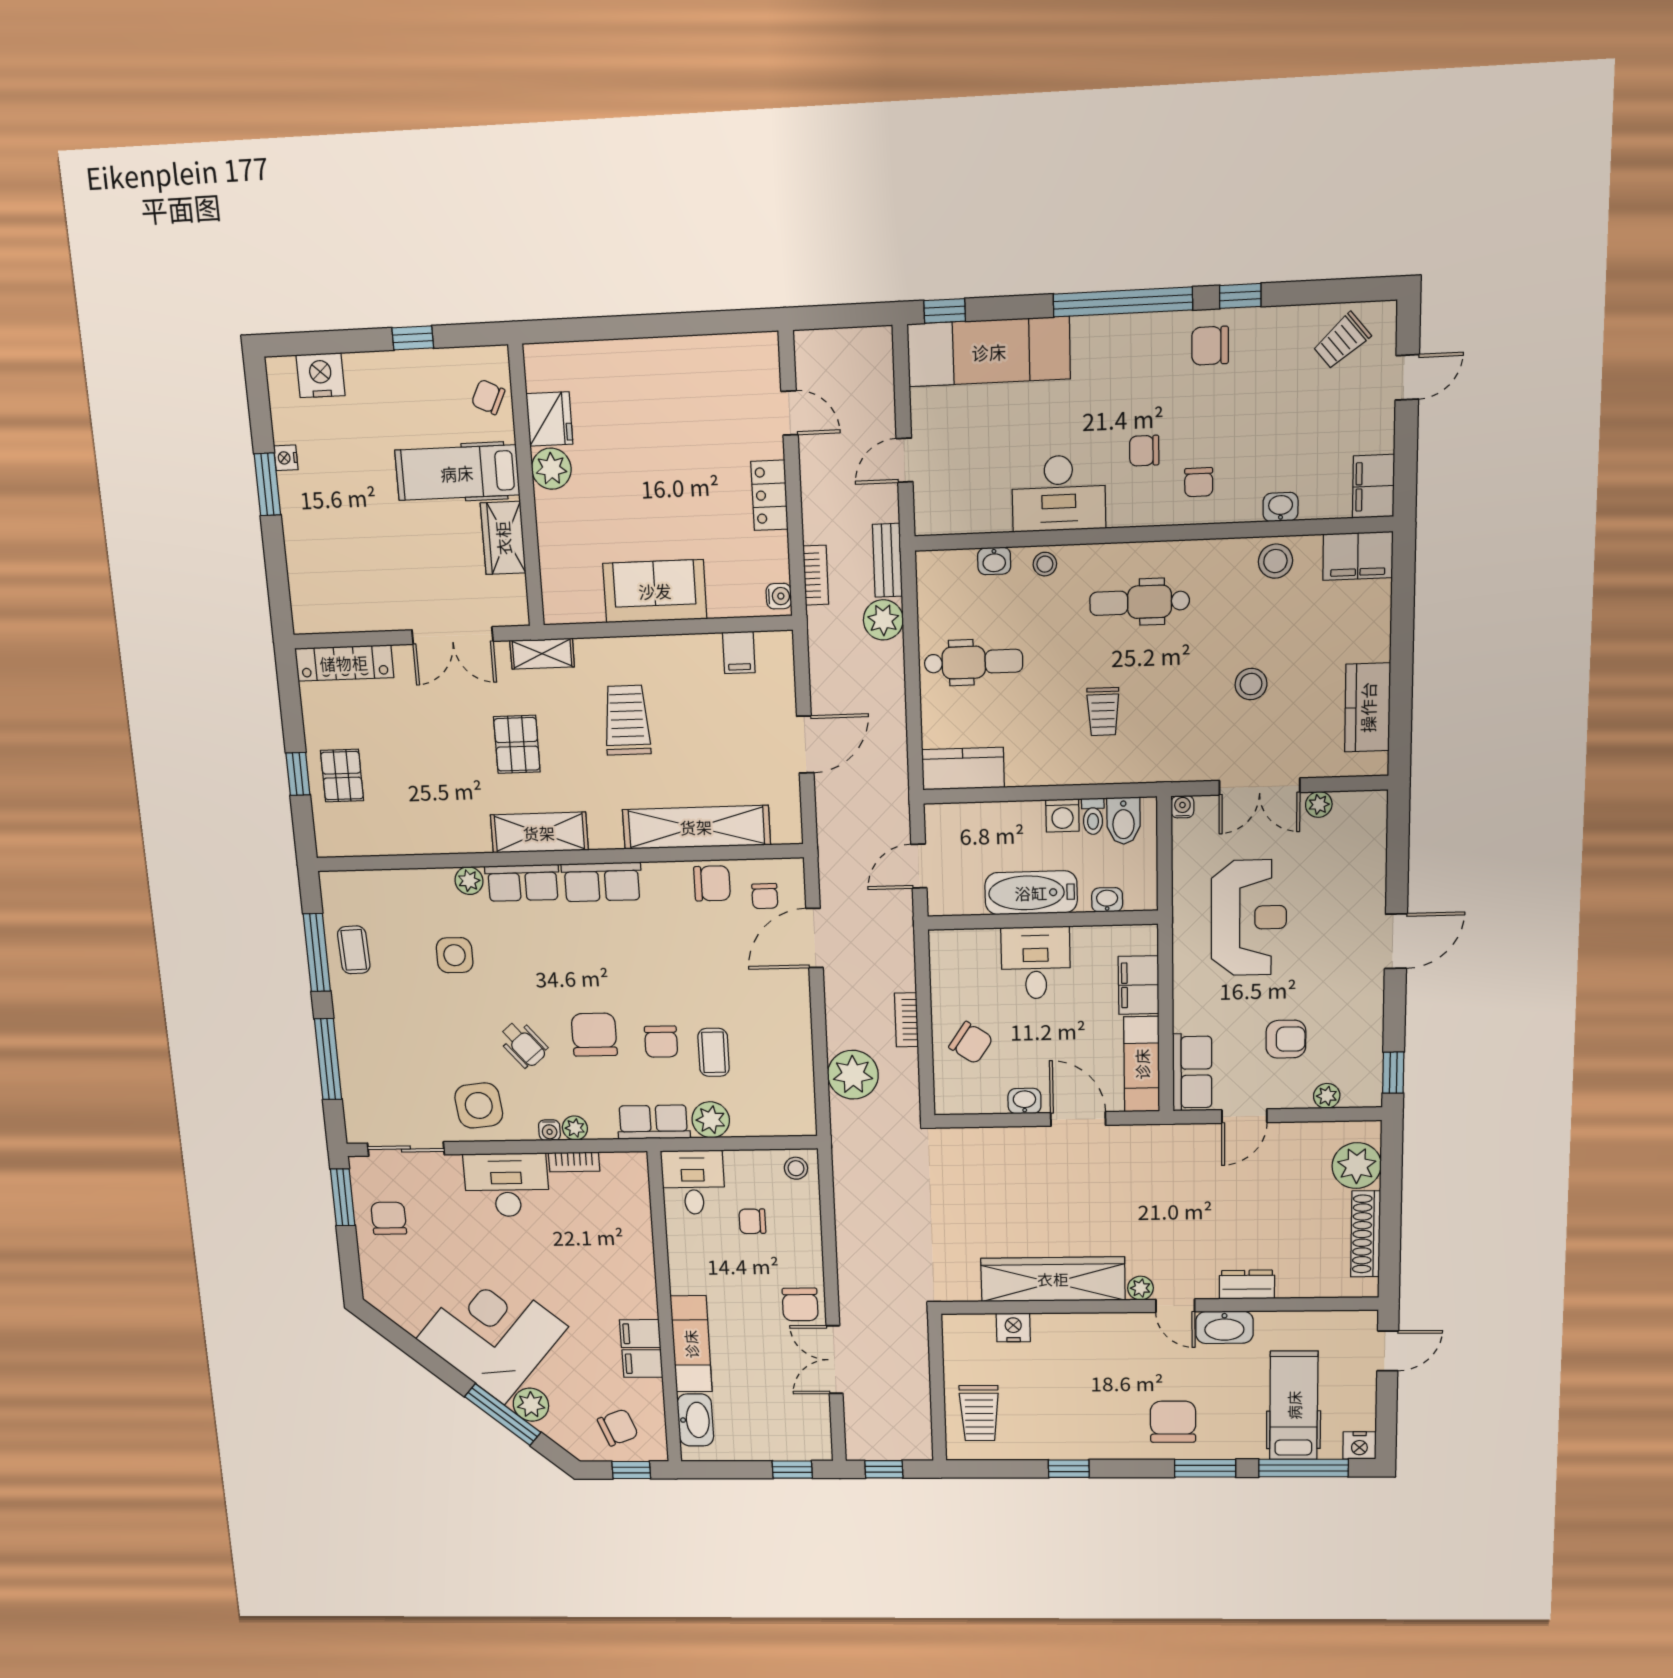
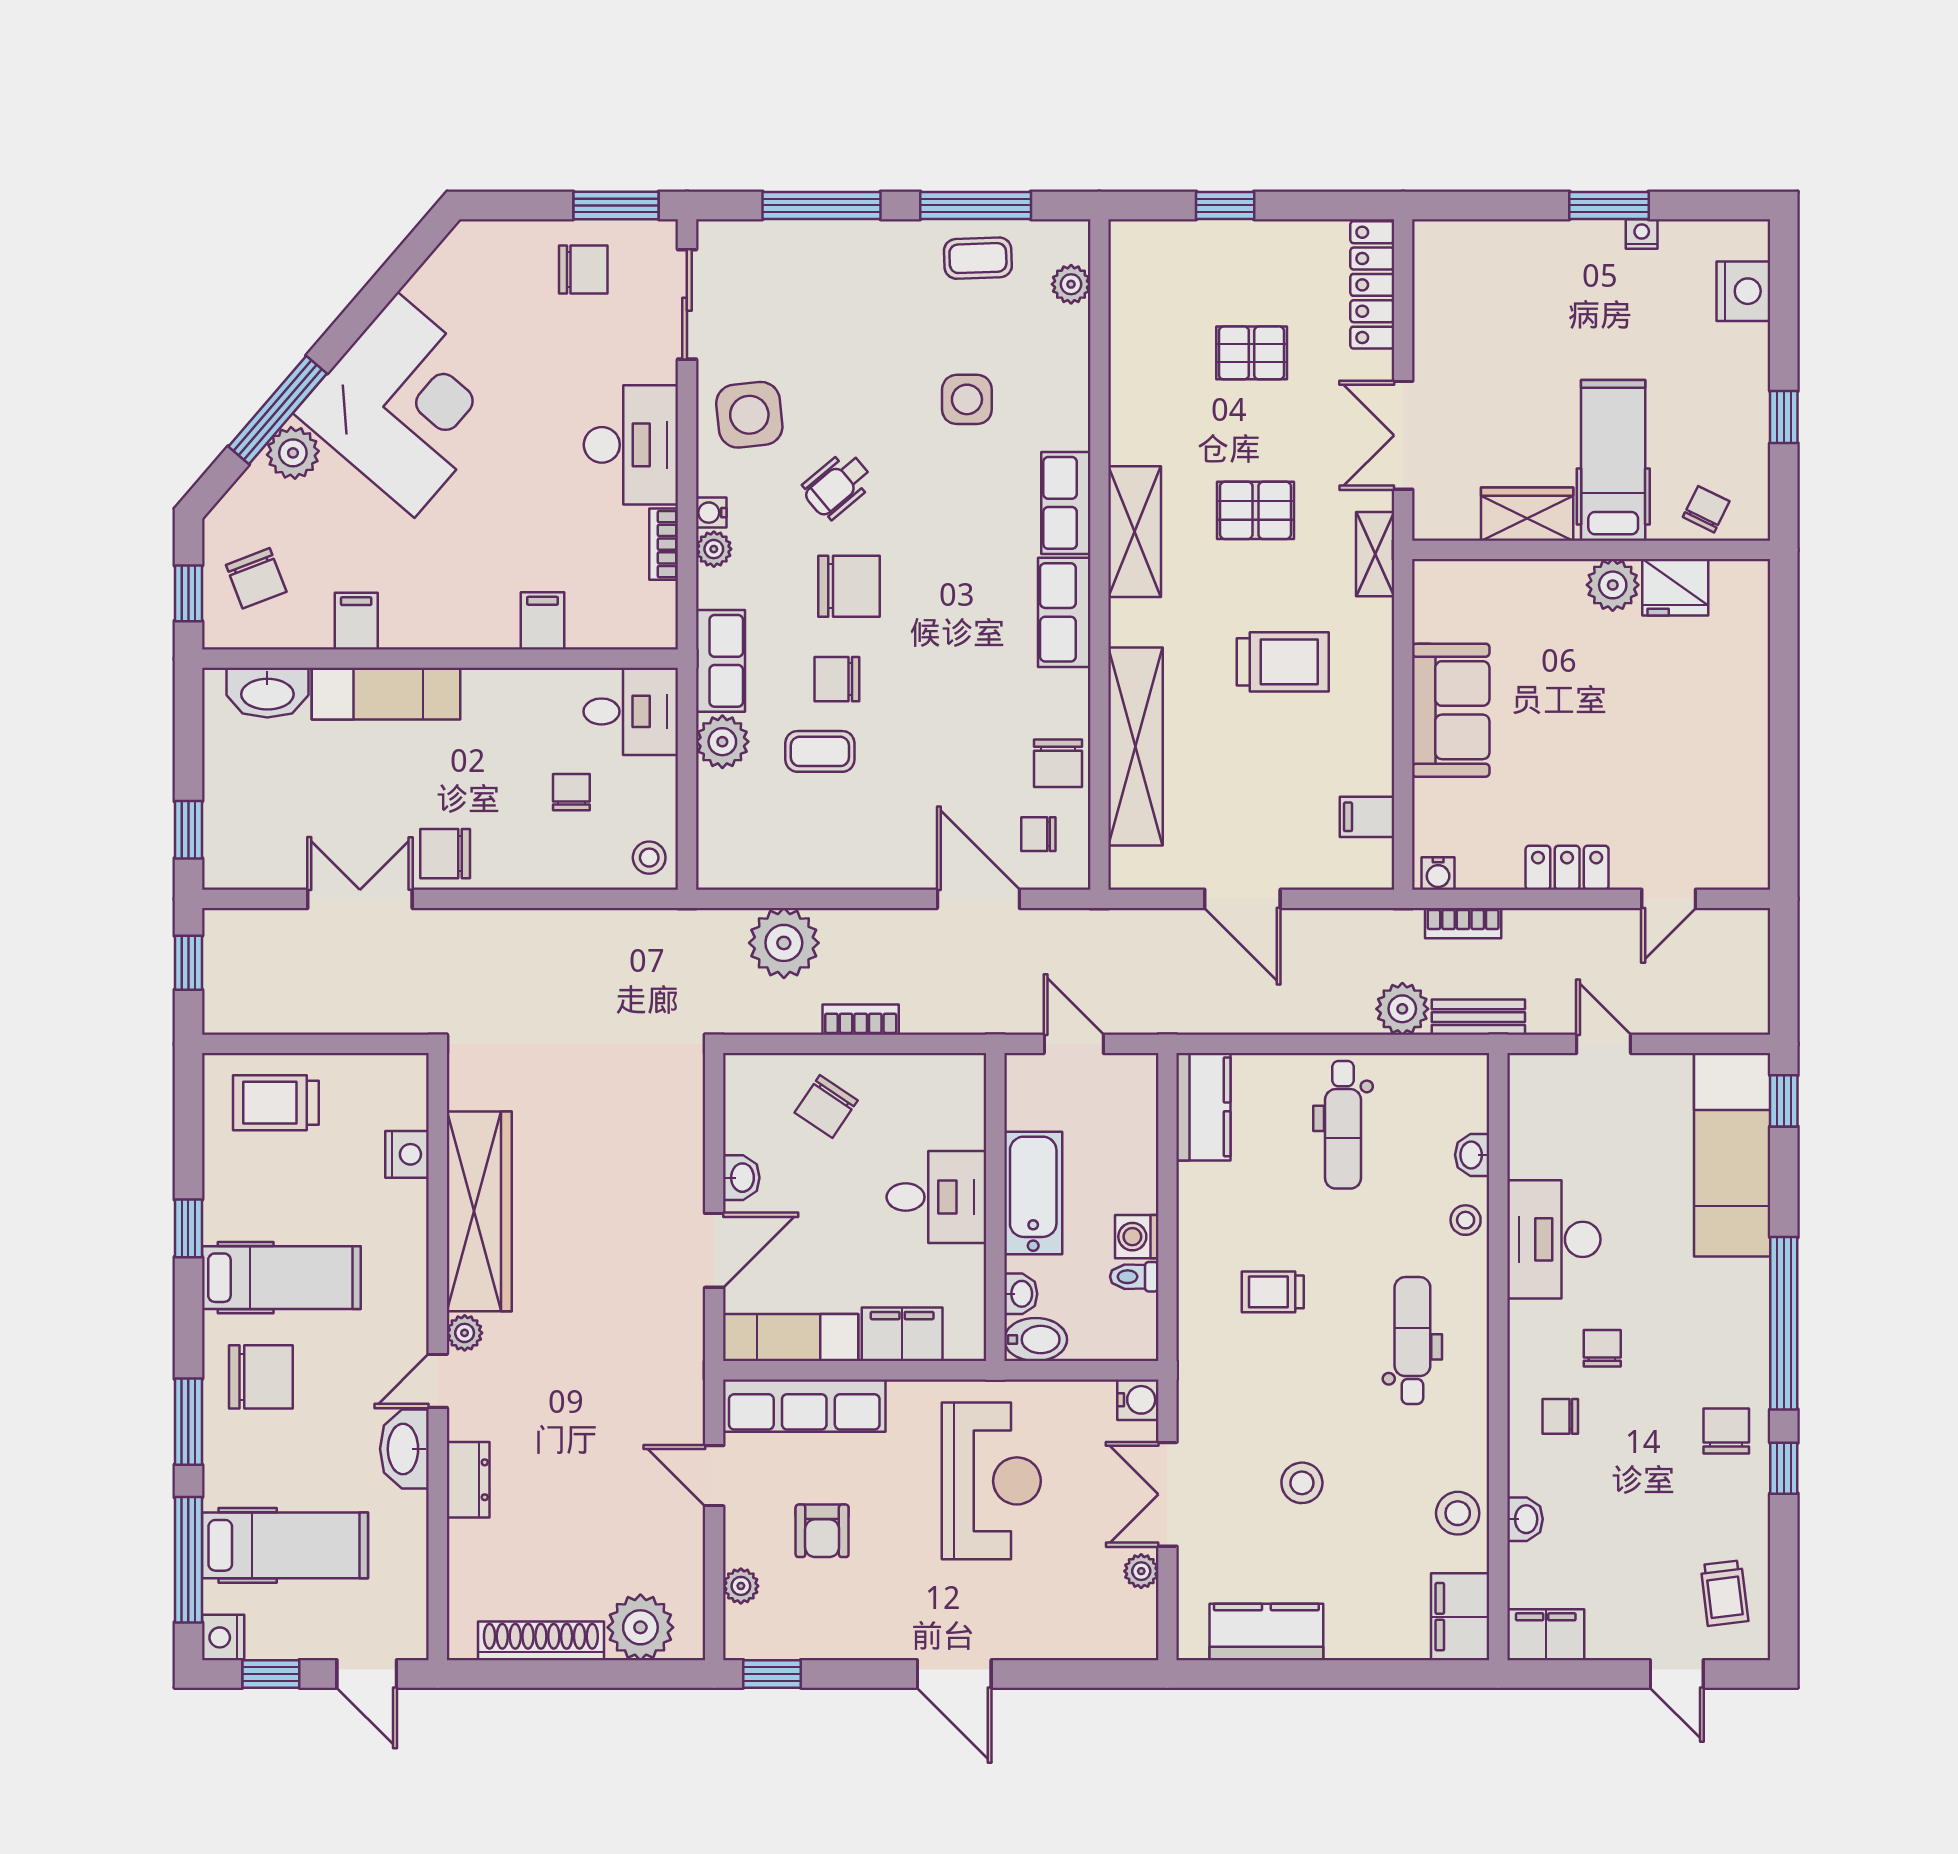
trolley: (1342, 341) -> (1724, 1593), turned -147
pallet: (342, 776) -> (1252, 353), moved
water cooler: (1182, 807) -> (1138, 1400), width x1.38, depth x1.38
bidet: (1123, 821) -> (1036, 1340), moved, turned 180
plant: (469, 881) -> (1071, 284), moved
reception desk: (1249, 918) -> (991, 1481), turned -90
row of seats: (1192, 1072) -> (804, 1406), width x1.48
filing cabinet: (640, 1334) -> (542, 621), moved
hospital bed: (1102, 1409) -> (281, 1278), added
window: (1386, 1414) -> (271, 1674), added

